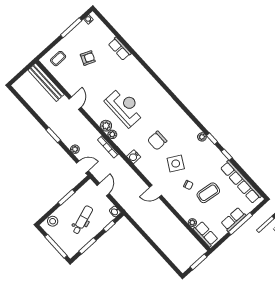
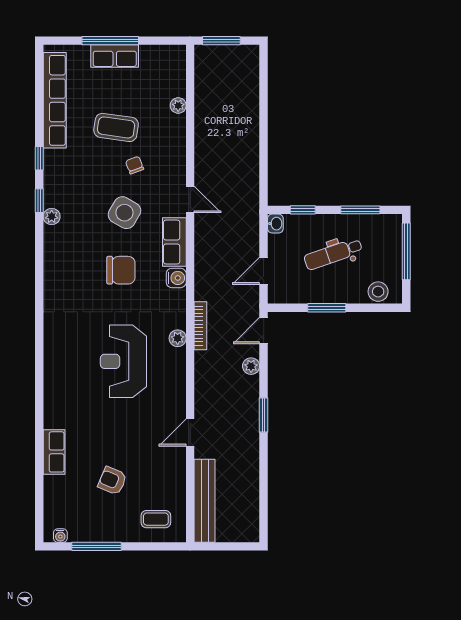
plant: (106, 126) -> (175, 359), removed
door: (82, 167) -> (264, 330), hinge flipped
row of seats: (206, 234) -> (174, 242), moved

